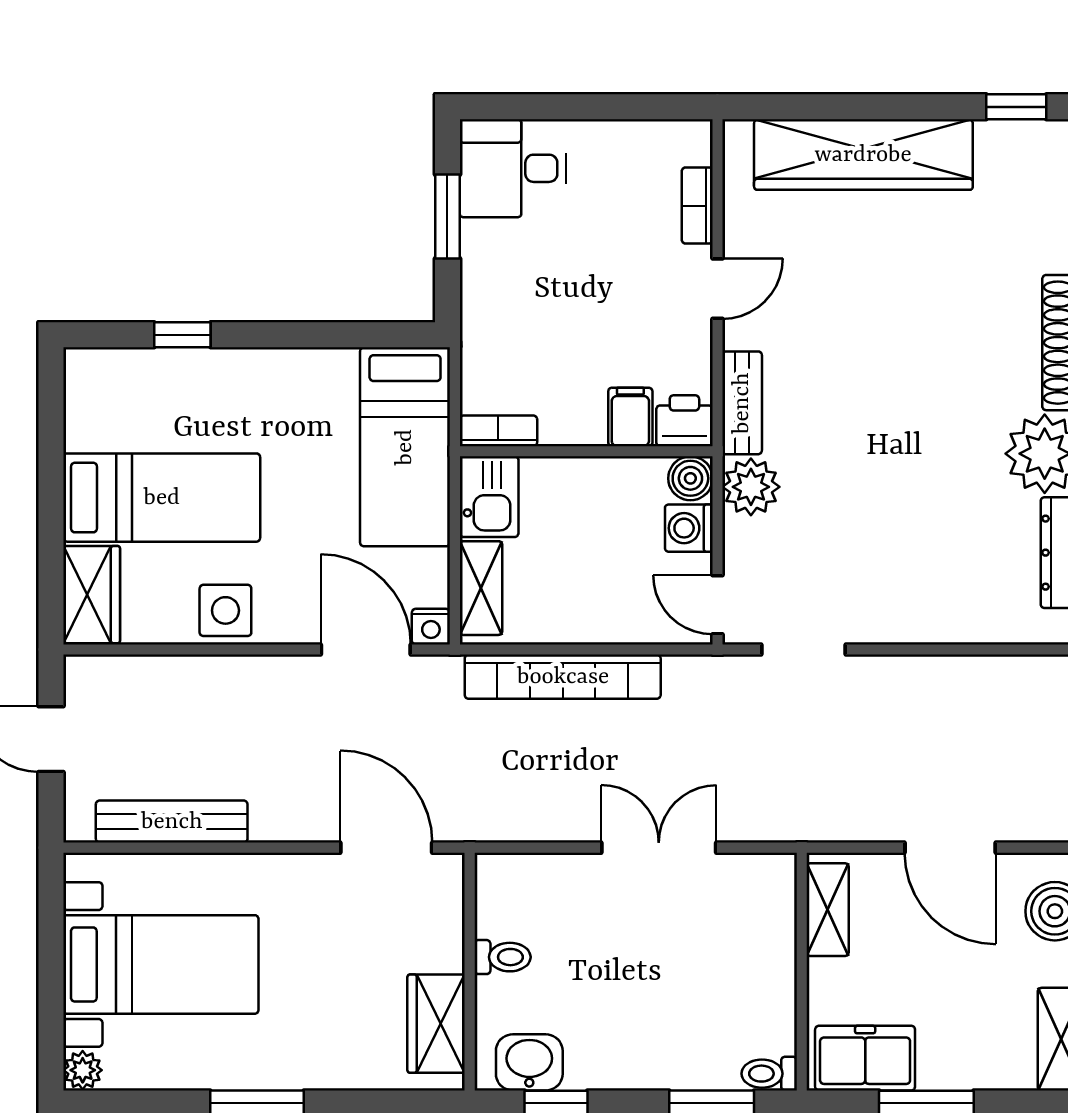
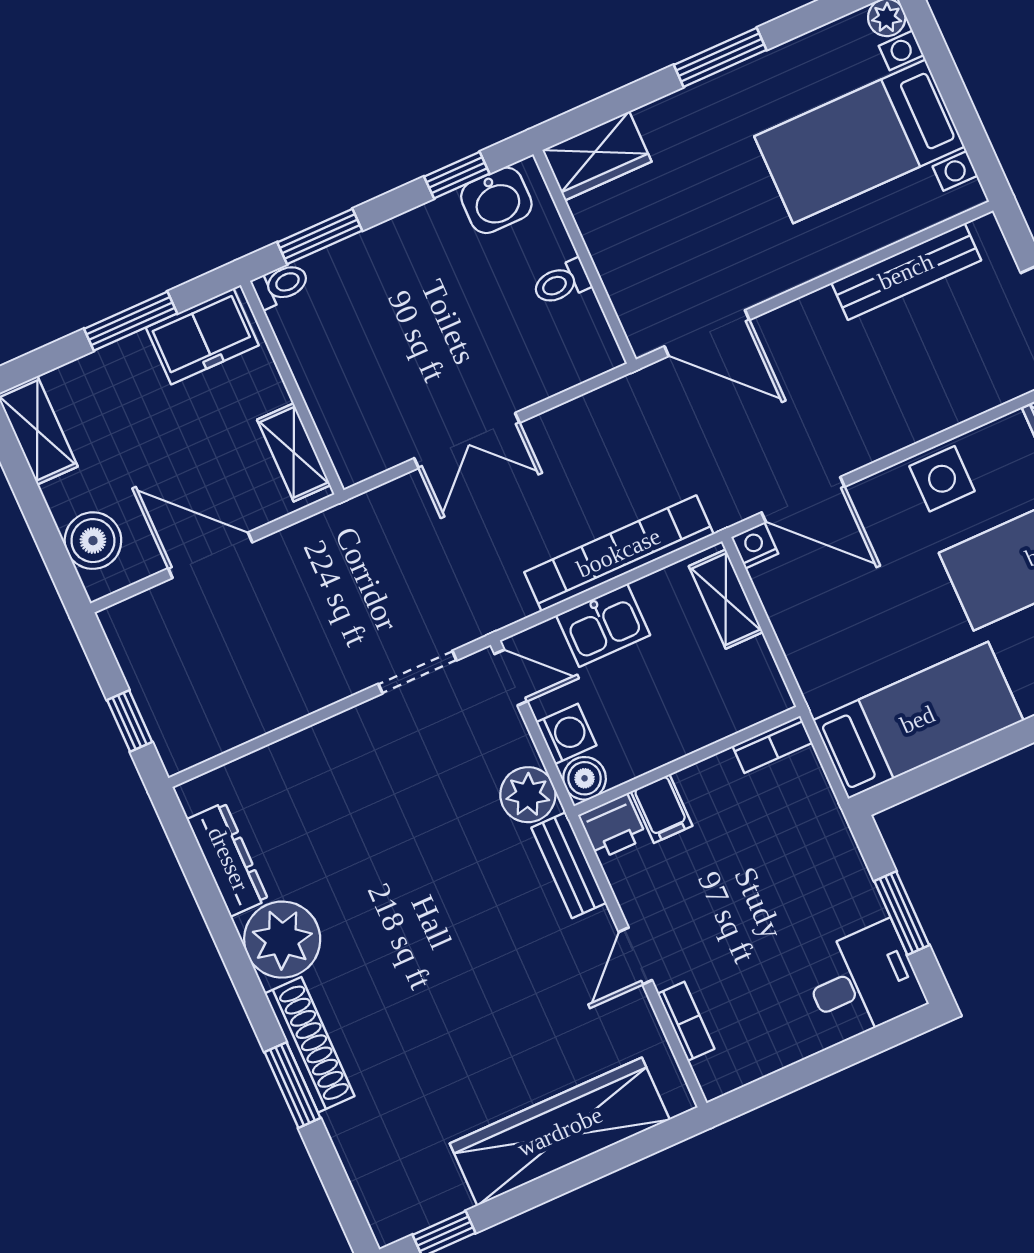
bed: (405, 447) -> (918, 720), moved, turned 90
kitchen sink: (489, 497) -> (603, 625), moved, turned -90
wardrobe: (436, 1024) -> (597, 156), moved, turned 90

